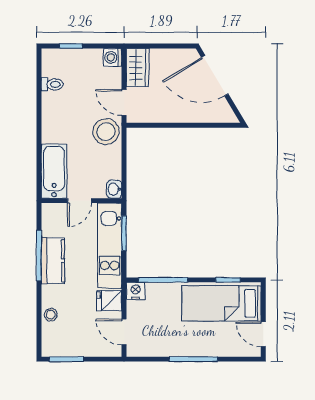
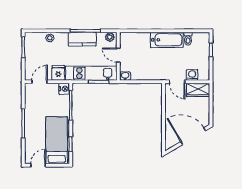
washing machine: (113, 57) -> (192, 75), moved
door: (215, 76) -> (193, 136), hinge flipped
door: (124, 102) -> (177, 82), swing flipped
stool: (106, 132) -> (160, 71), removed
bathtub: (54, 171) -> (167, 40), moved
plant: (49, 215) -> (110, 37), added

